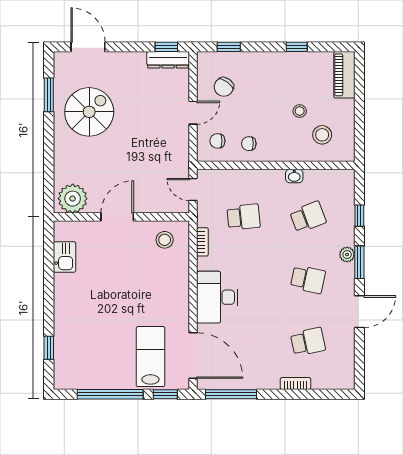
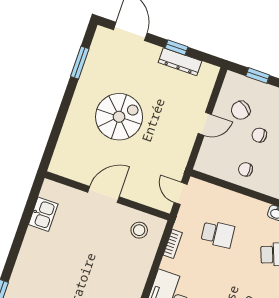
window: (166, 47) -> (177, 47), moved
dresser: (168, 60) -> (180, 62), moved
spiral stairs: (89, 112) -> (119, 117), moved
chair: (217, 141) -> (259, 135), moved
plant: (73, 199) -> (69, 164), removed

